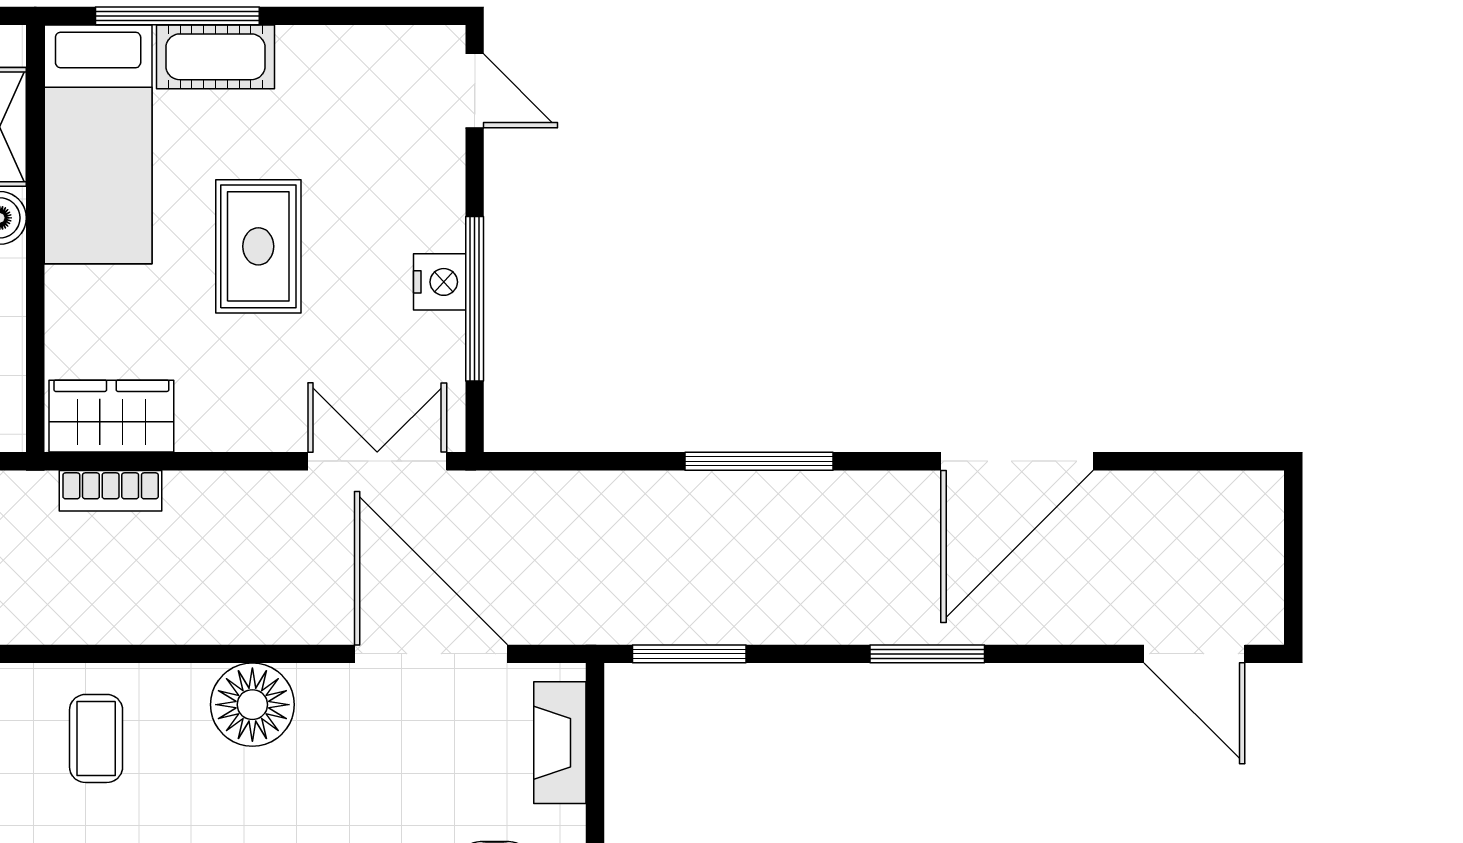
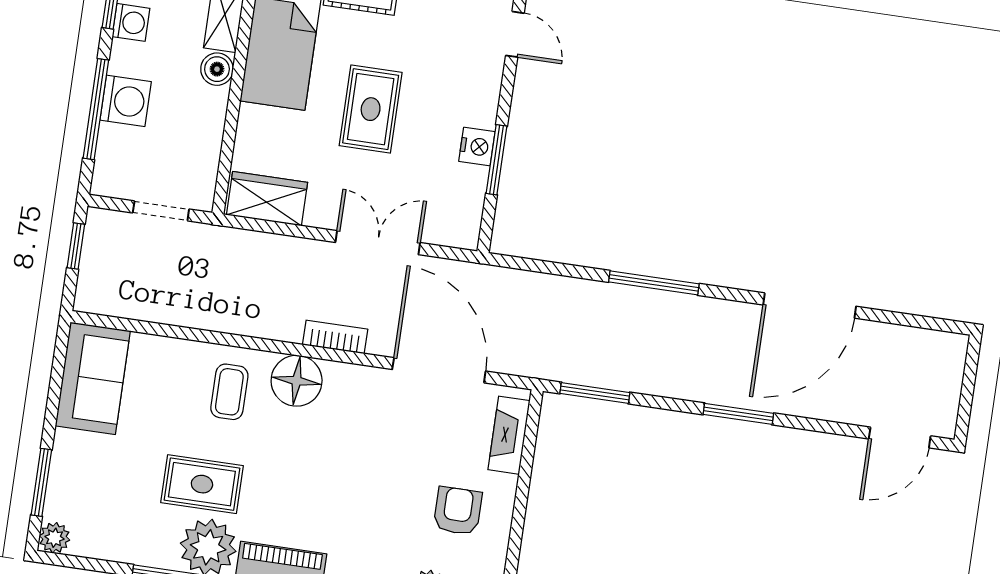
window: (475, 299) -> (497, 160), width x0.69
double door: (377, 461) -> (378, 243), moved
bookcase: (111, 491) -> (335, 337), moved, turned 180
door: (1194, 654) -> (900, 437), hinge flipped
floor lamp: (252, 705) -> (297, 381), moved

